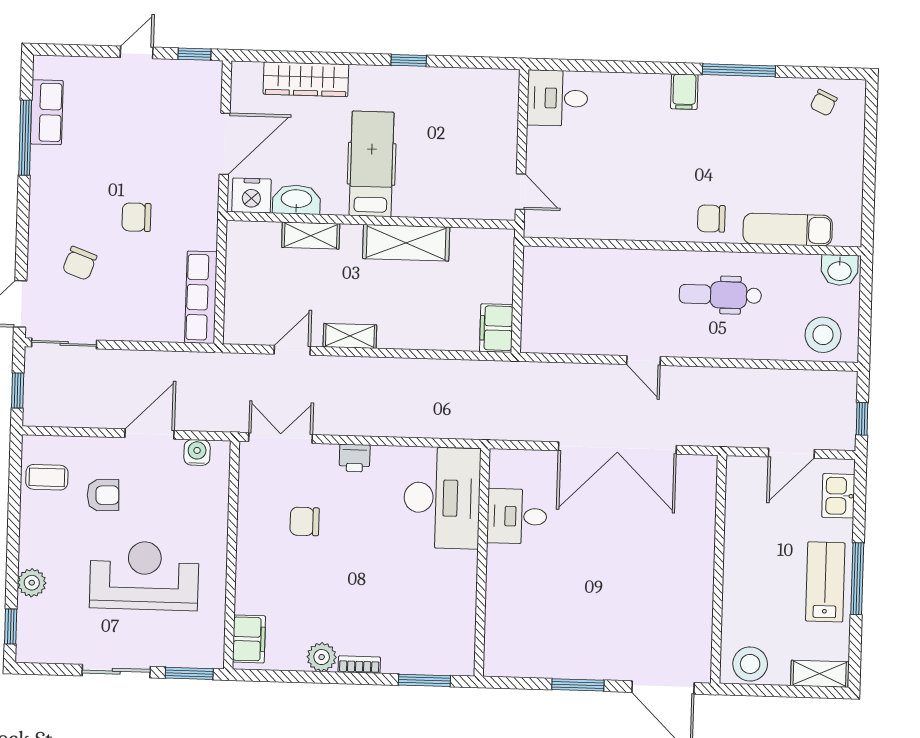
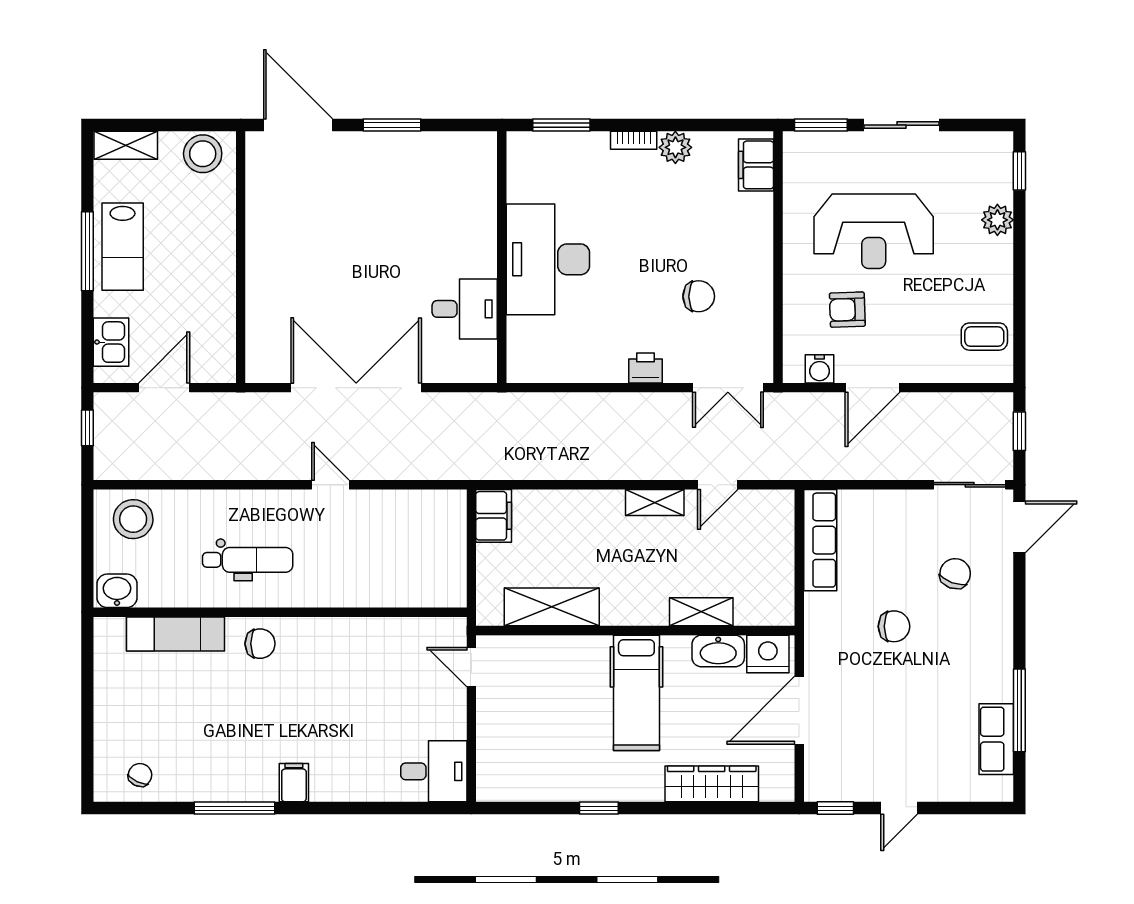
shelving: (406, 243) -> (552, 607), moved
armchair: (103, 495) -> (847, 310), moved
desk: (442, 498) -> (548, 259), moved

